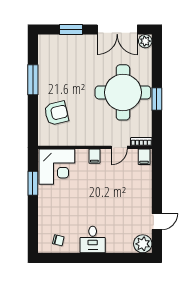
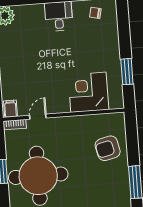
filing cabinet: (94, 156) -> (64, 105), removed
corner desk: (57, 167) -> (88, 92), moved

